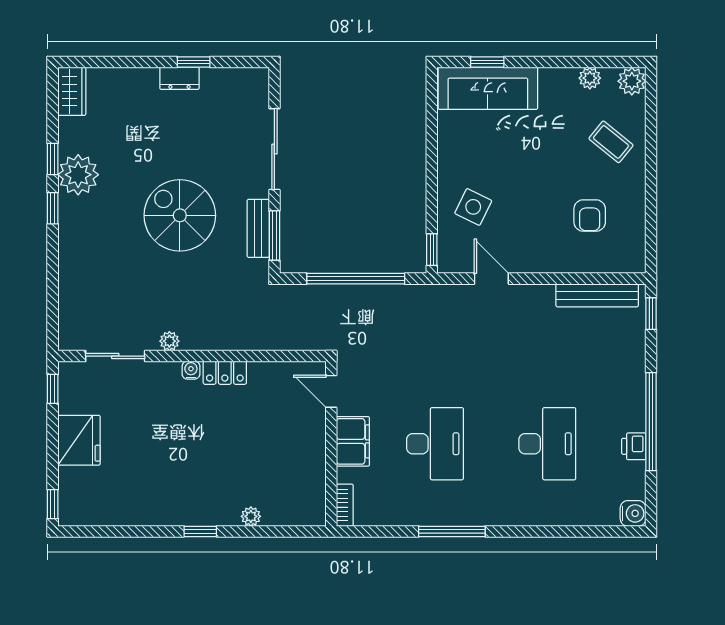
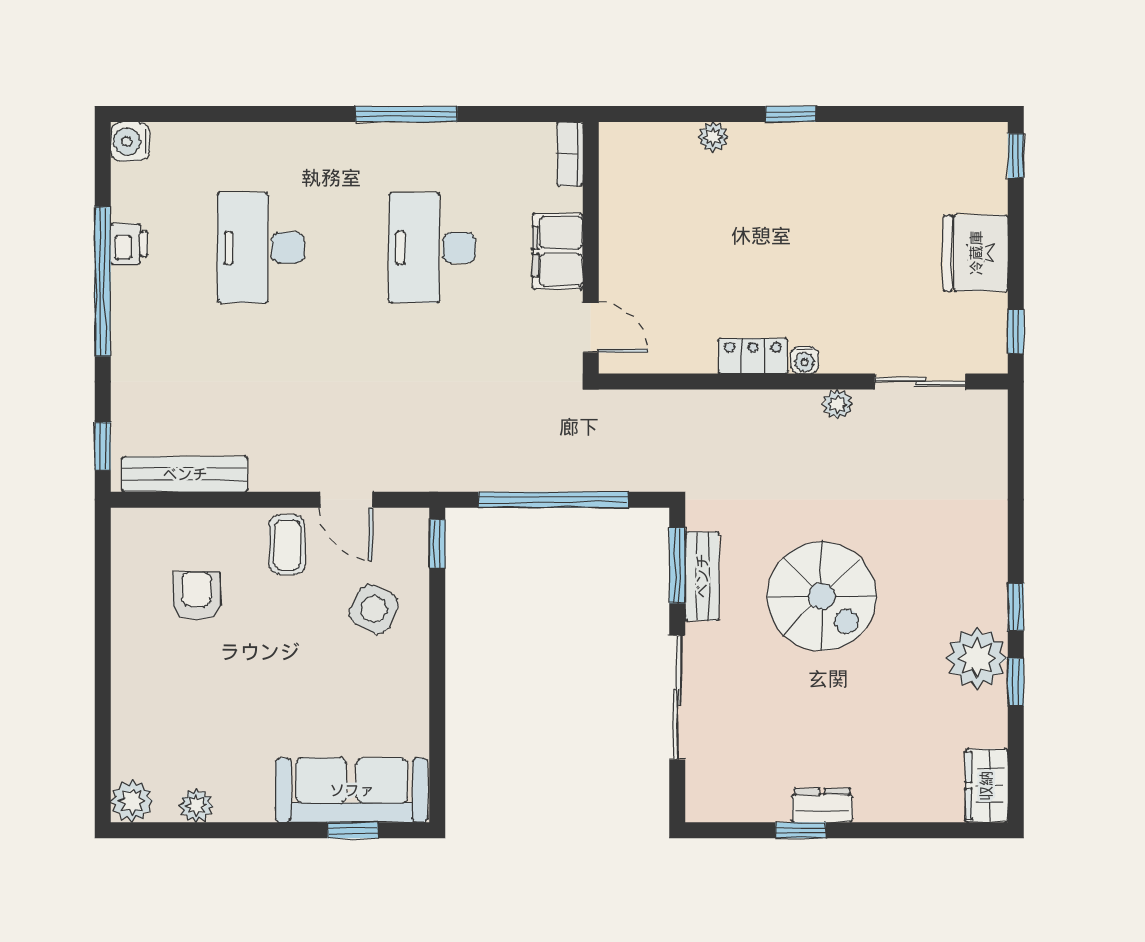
coffee table: (611, 142) -> (287, 545), moved, turned 51

